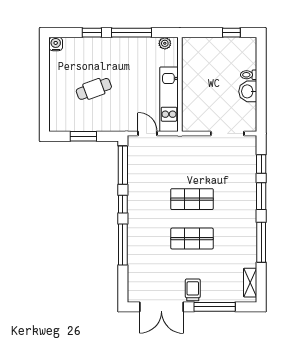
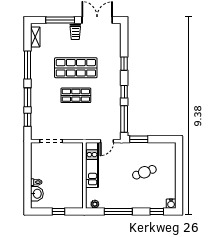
window: (92, 33) -> (157, 212), moved
window: (231, 33) -> (59, 212), moved
washbasin: (248, 91) -> (37, 194), moved
door: (148, 134) -> (107, 141), hinge flipped
window: (83, 136) -> (139, 139), moved
shop shelf: (192, 239) -> (76, 68), width x1.43, depth x1.36
window: (123, 244) -> (124, 64), width x0.46

